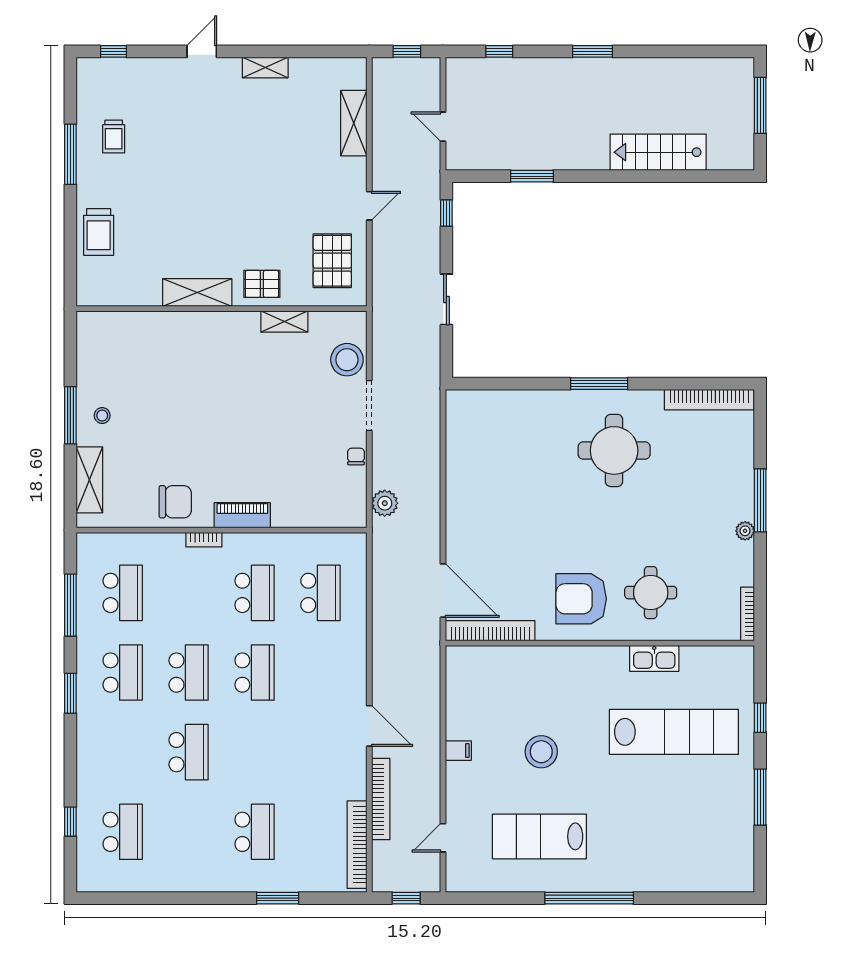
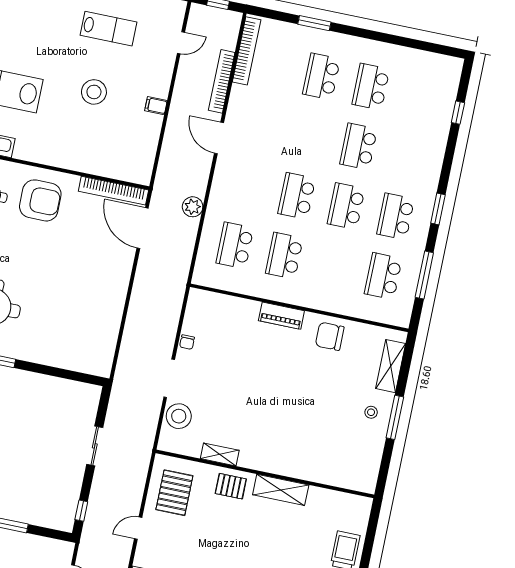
plant: (385, 503) -> (193, 207), moved
bookcase: (204, 540) -> (314, 303), removed
school desk: (123, 832) -> (371, 87), moved
lab bench: (539, 836) -> (108, 29), width x0.73, depth x0.72

